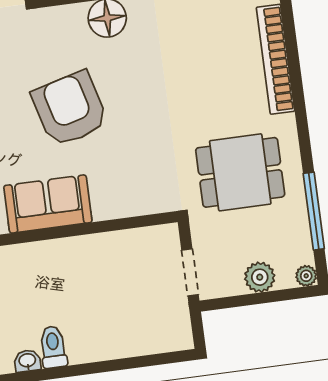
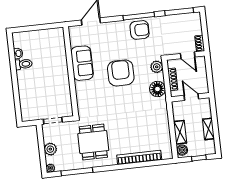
plant: (53, 21) -> (157, 67), added
armchair: (70, 109) -> (121, 73), turned -75

